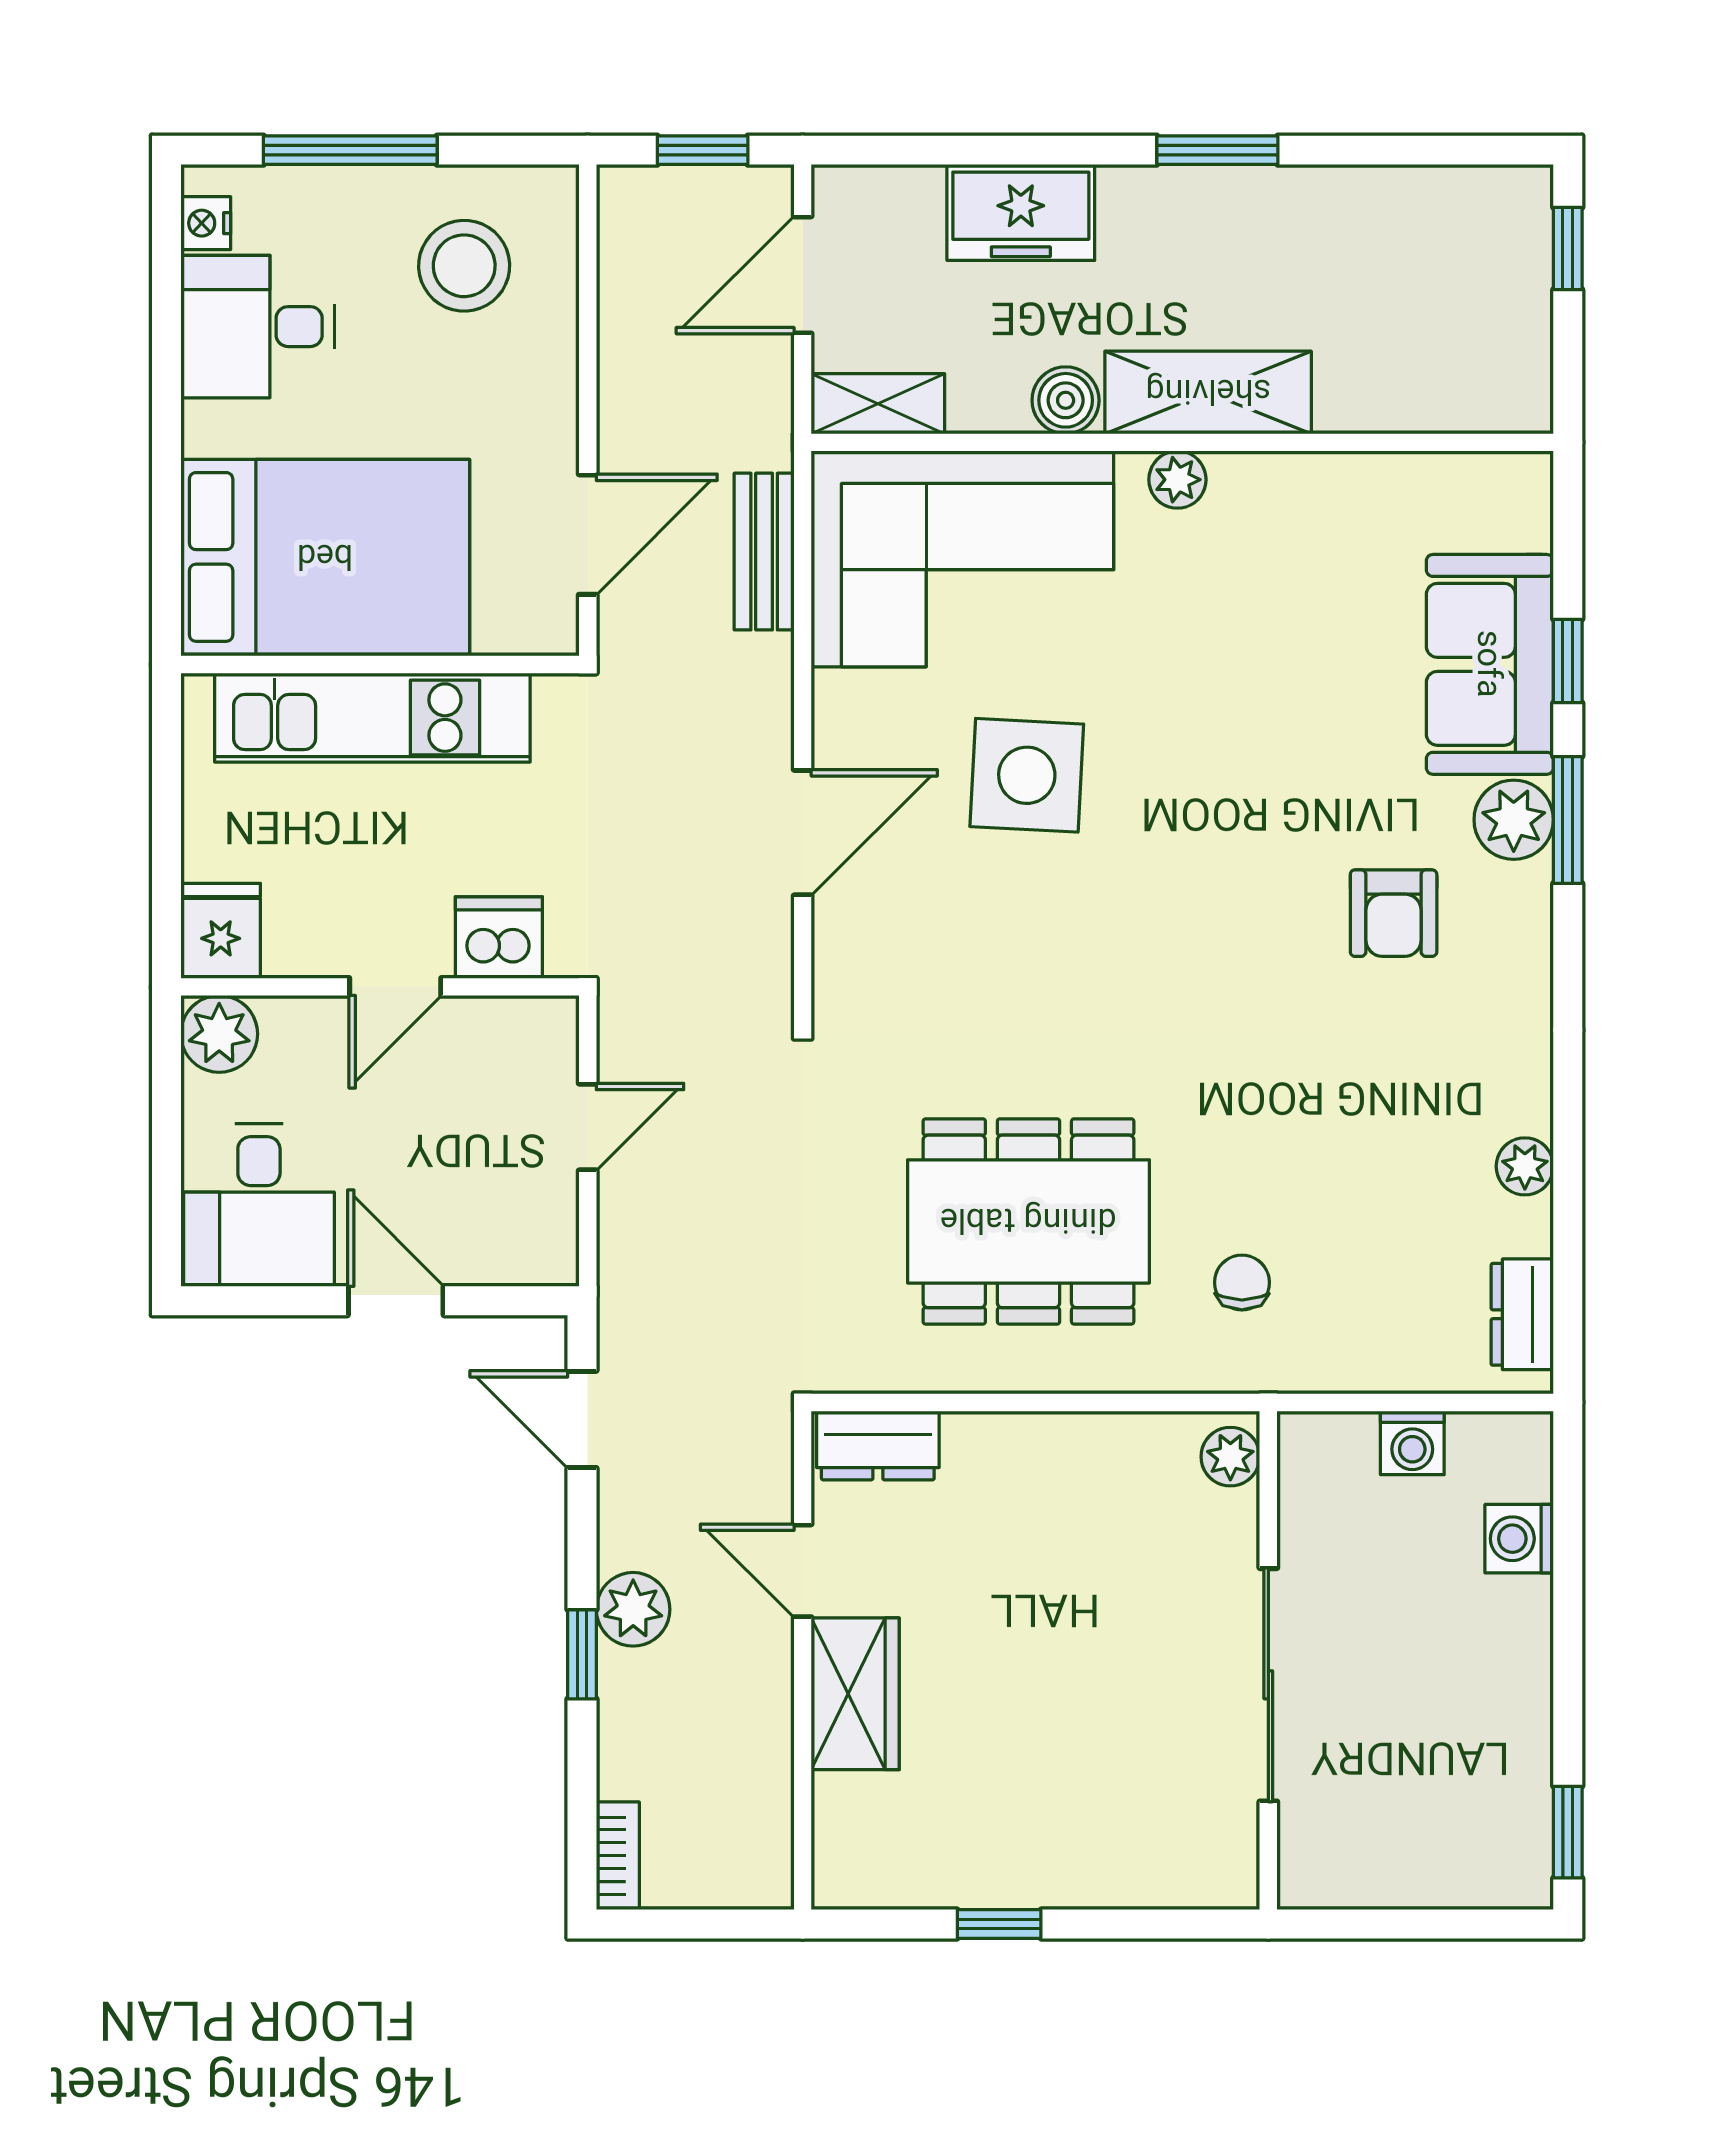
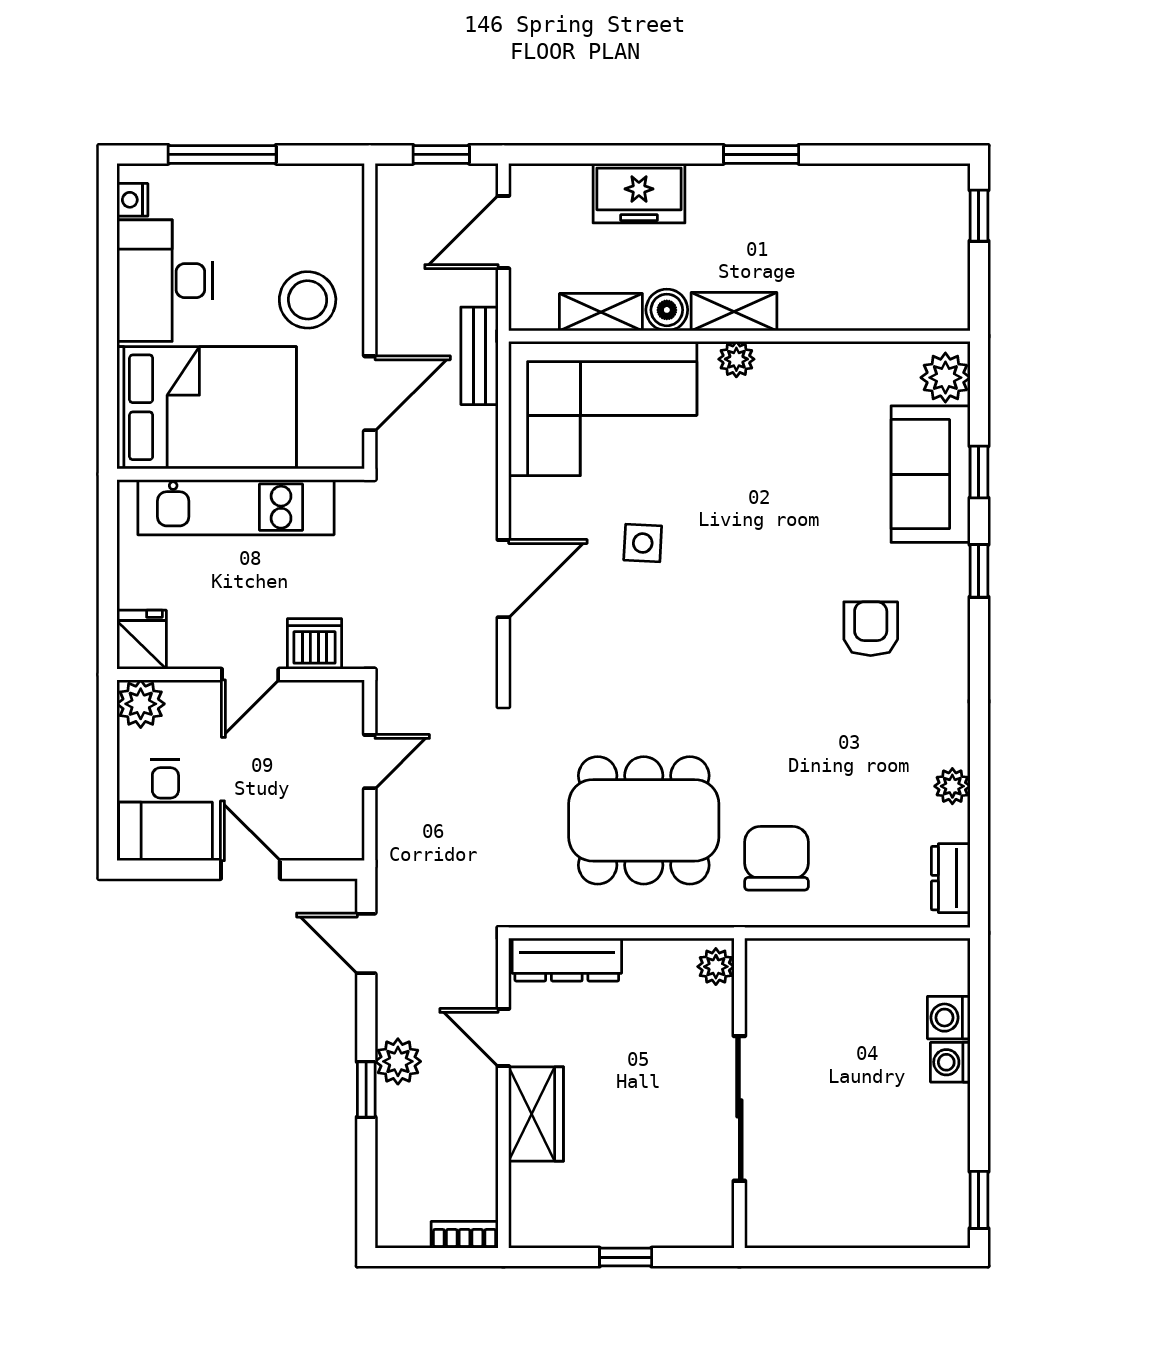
stool: (464, 266) -> (308, 300), moved
desk: (258, 327) -> (165, 281), width x1.37
shelving: (1208, 392) -> (734, 312), width x0.67, depth x0.75
shelving: (878, 404) -> (601, 312), moved
bench: (764, 552) -> (479, 356), moved
side table: (1027, 775) -> (643, 543), width x0.54, depth x0.54
plant: (1514, 820) -> (945, 378), moved
window: (1568, 820) -> (979, 571), width x0.67
armchair: (1394, 913) -> (871, 629), turned 180
chair: (1242, 1282) -> (776, 858), width x1.87, depth x1.87
washing machine: (1412, 1443) -> (950, 1062), moved, turned 90
dresser: (878, 1445) -> (567, 960), width x1.44
plant: (1230, 1457) -> (716, 967), moved
wall: (1268, 1660) -> (739, 1093), moved
sliding door: (1268, 1685) -> (739, 1108), moved
bookcase: (618, 1856) -> (465, 1235), moved, turned -90

